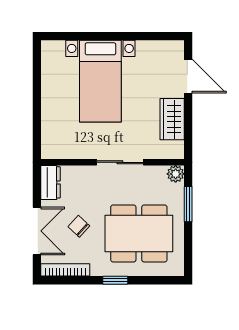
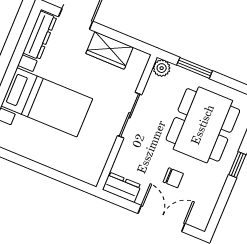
dresser: (160, 49) -> (40, 35), added
chair: (79, 226) -> (173, 178), turned -133
bookcase: (65, 270) -> (209, 207), removed

